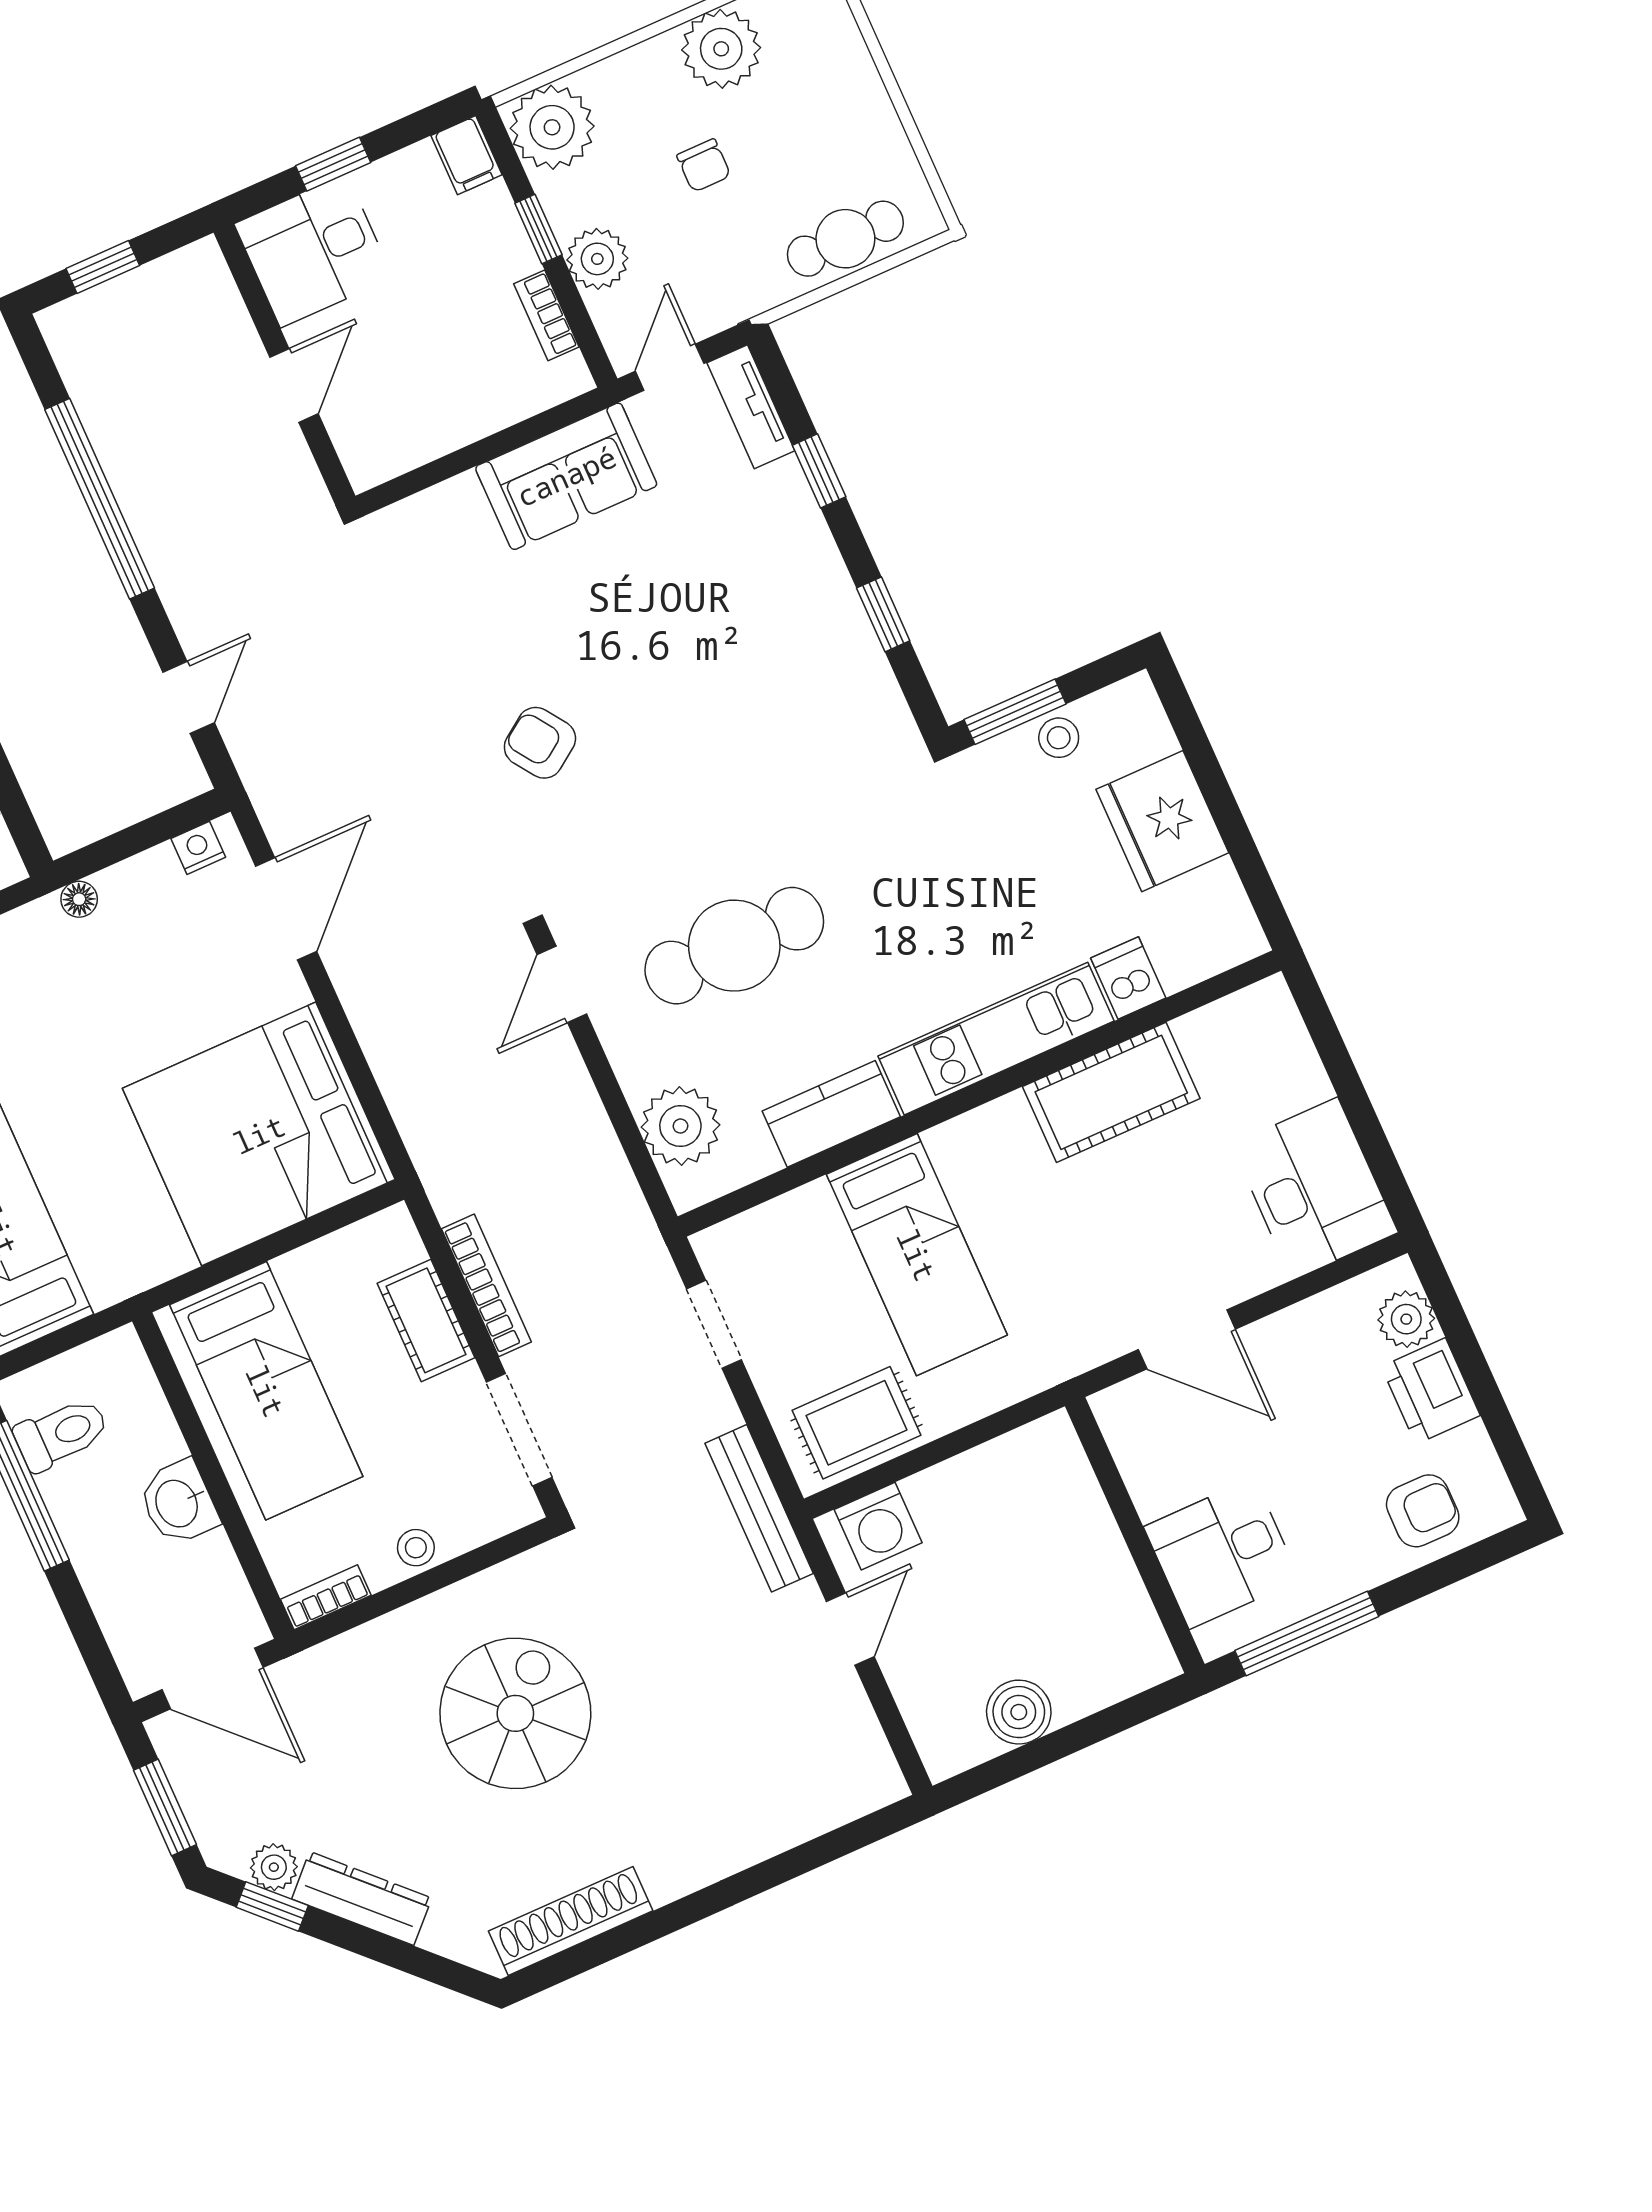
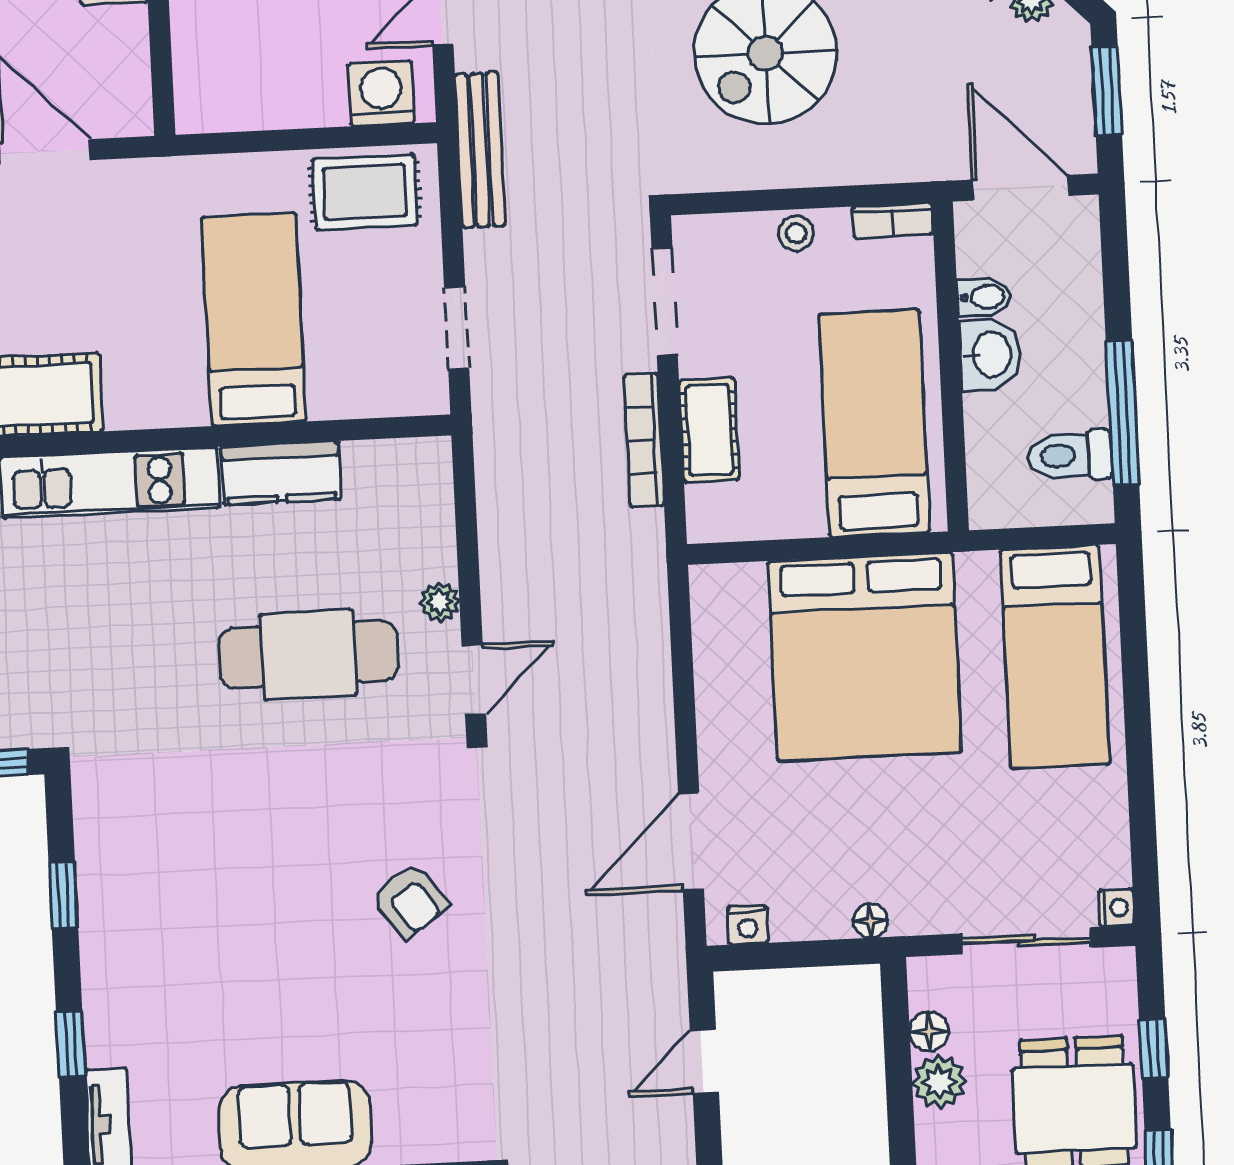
plant: (680, 1126) -> (440, 602), moved, width x0.53, depth x0.53
bed: (259, 1134) -> (865, 657), moved, turned 90
bidet: (207, 1557) -> (984, 297), added

